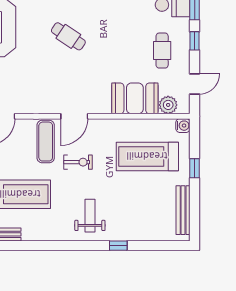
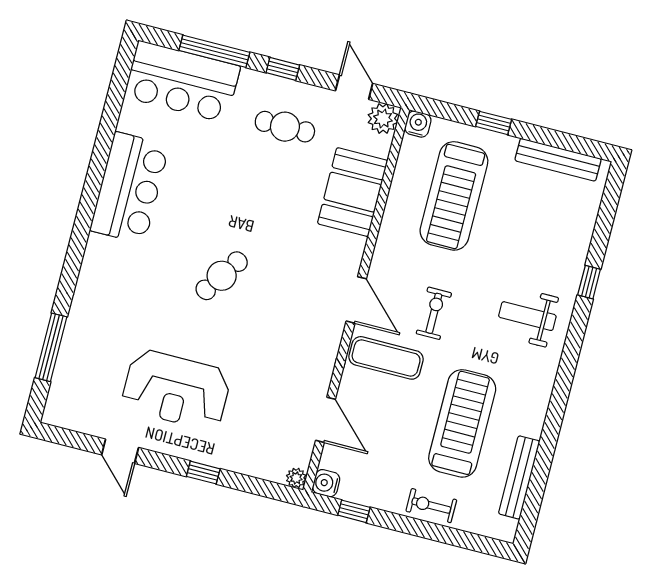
plant: (168, 105) -> (383, 119), moved

